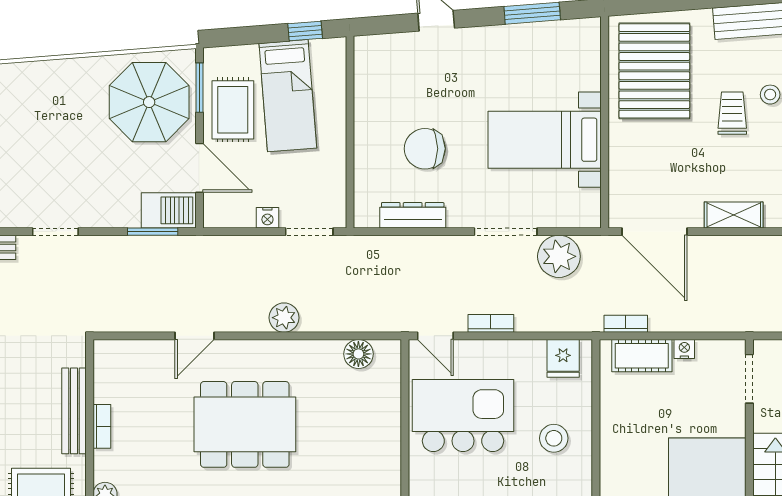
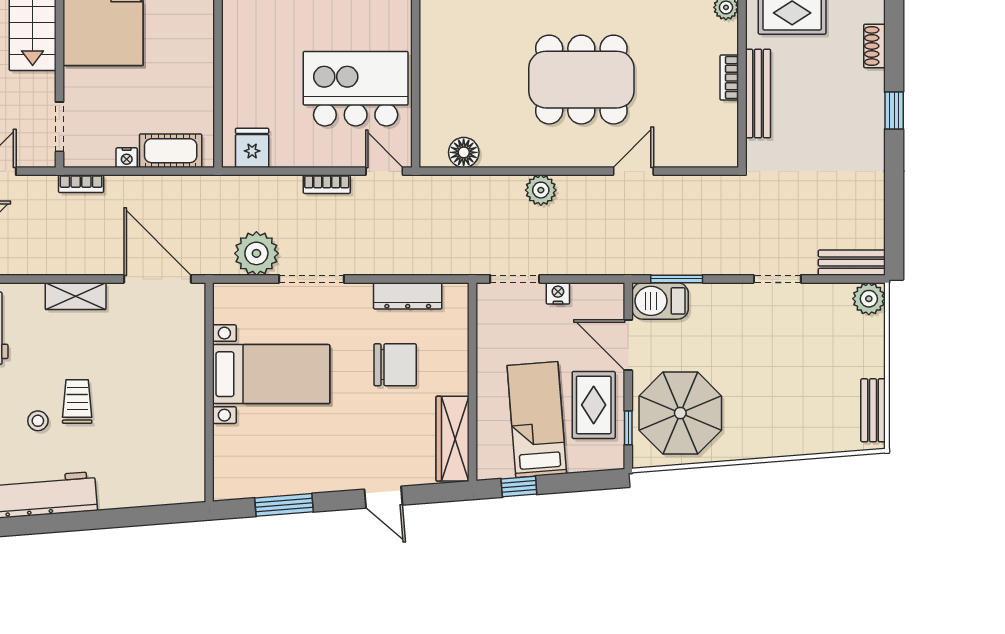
pallet: (654, 71) -> (158, 445), removed
wardrobe: (369, 77) -> (453, 439), added
window: (199, 88) -> (628, 428), width x0.67
trolley: (732, 113) -> (77, 401), turned 180
bookcase: (626, 324) -> (81, 184), moved
kitchen island: (463, 416) -> (356, 89), turned 180
stool: (554, 438) -> (262, 65), removed

